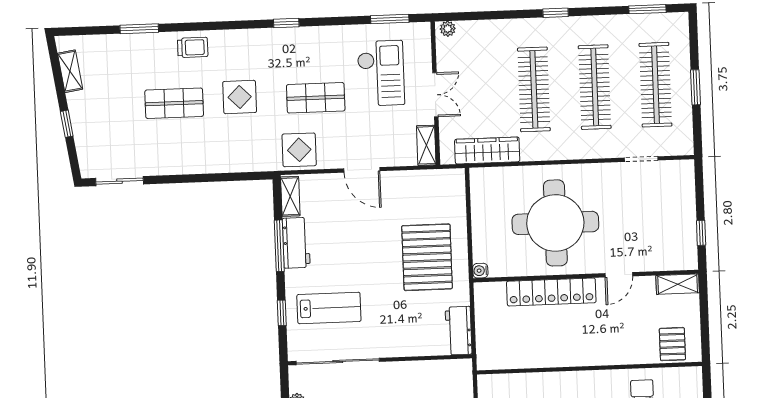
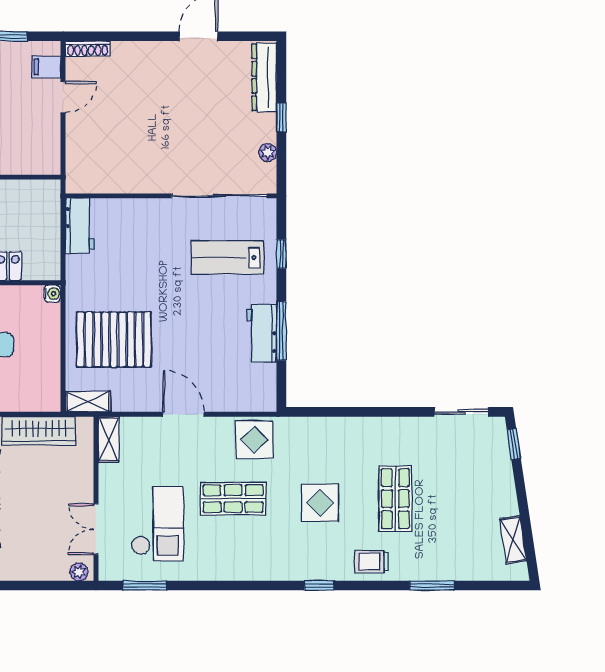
window: (286, 23) -> (319, 586), moved
checkout: (381, 73) -> (157, 524), turned 180
double door: (435, 95) -> (96, 529), moved
shop shelf: (174, 103) -> (395, 499), turned 90
window: (67, 124) -> (514, 444), moved
shelving: (290, 196) -> (88, 402), moved, turned 90
pallet: (427, 257) -> (114, 339), moved, turned 90

